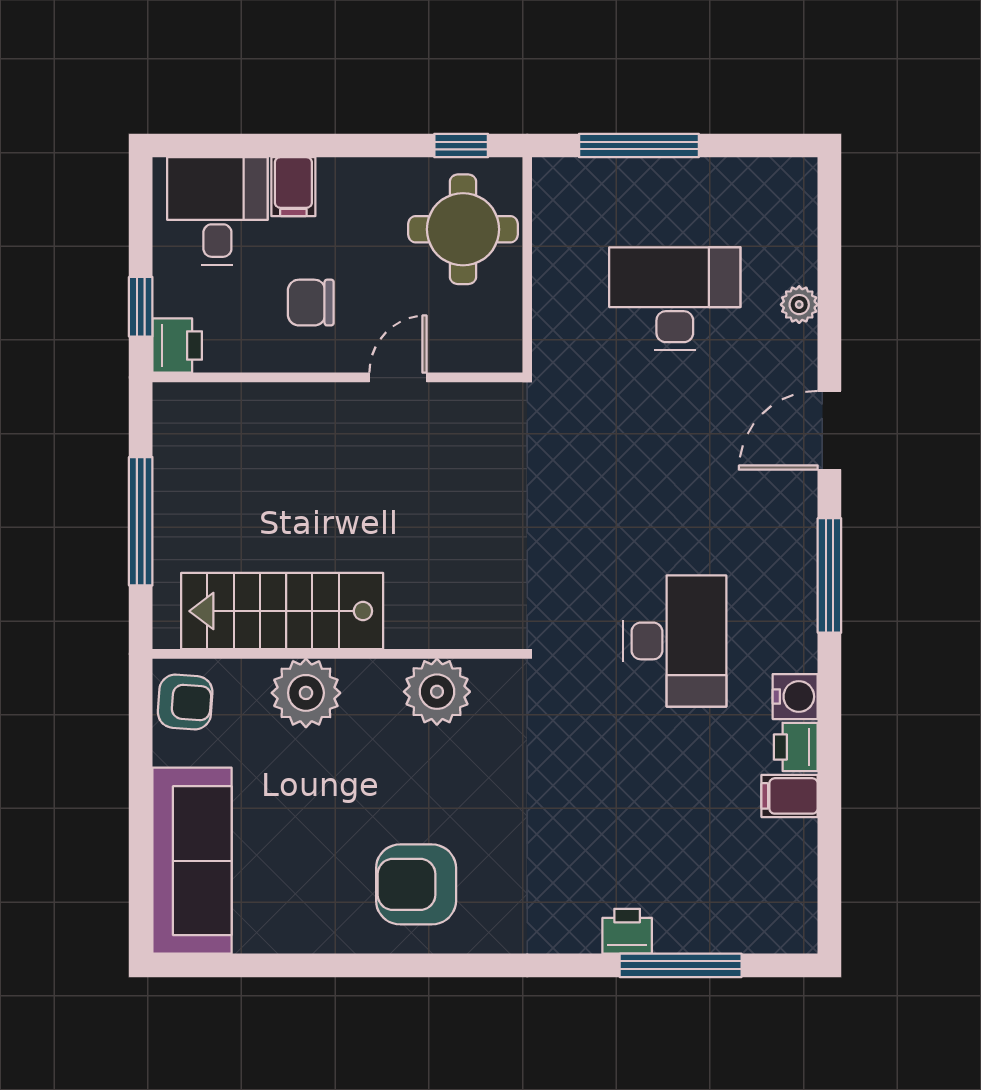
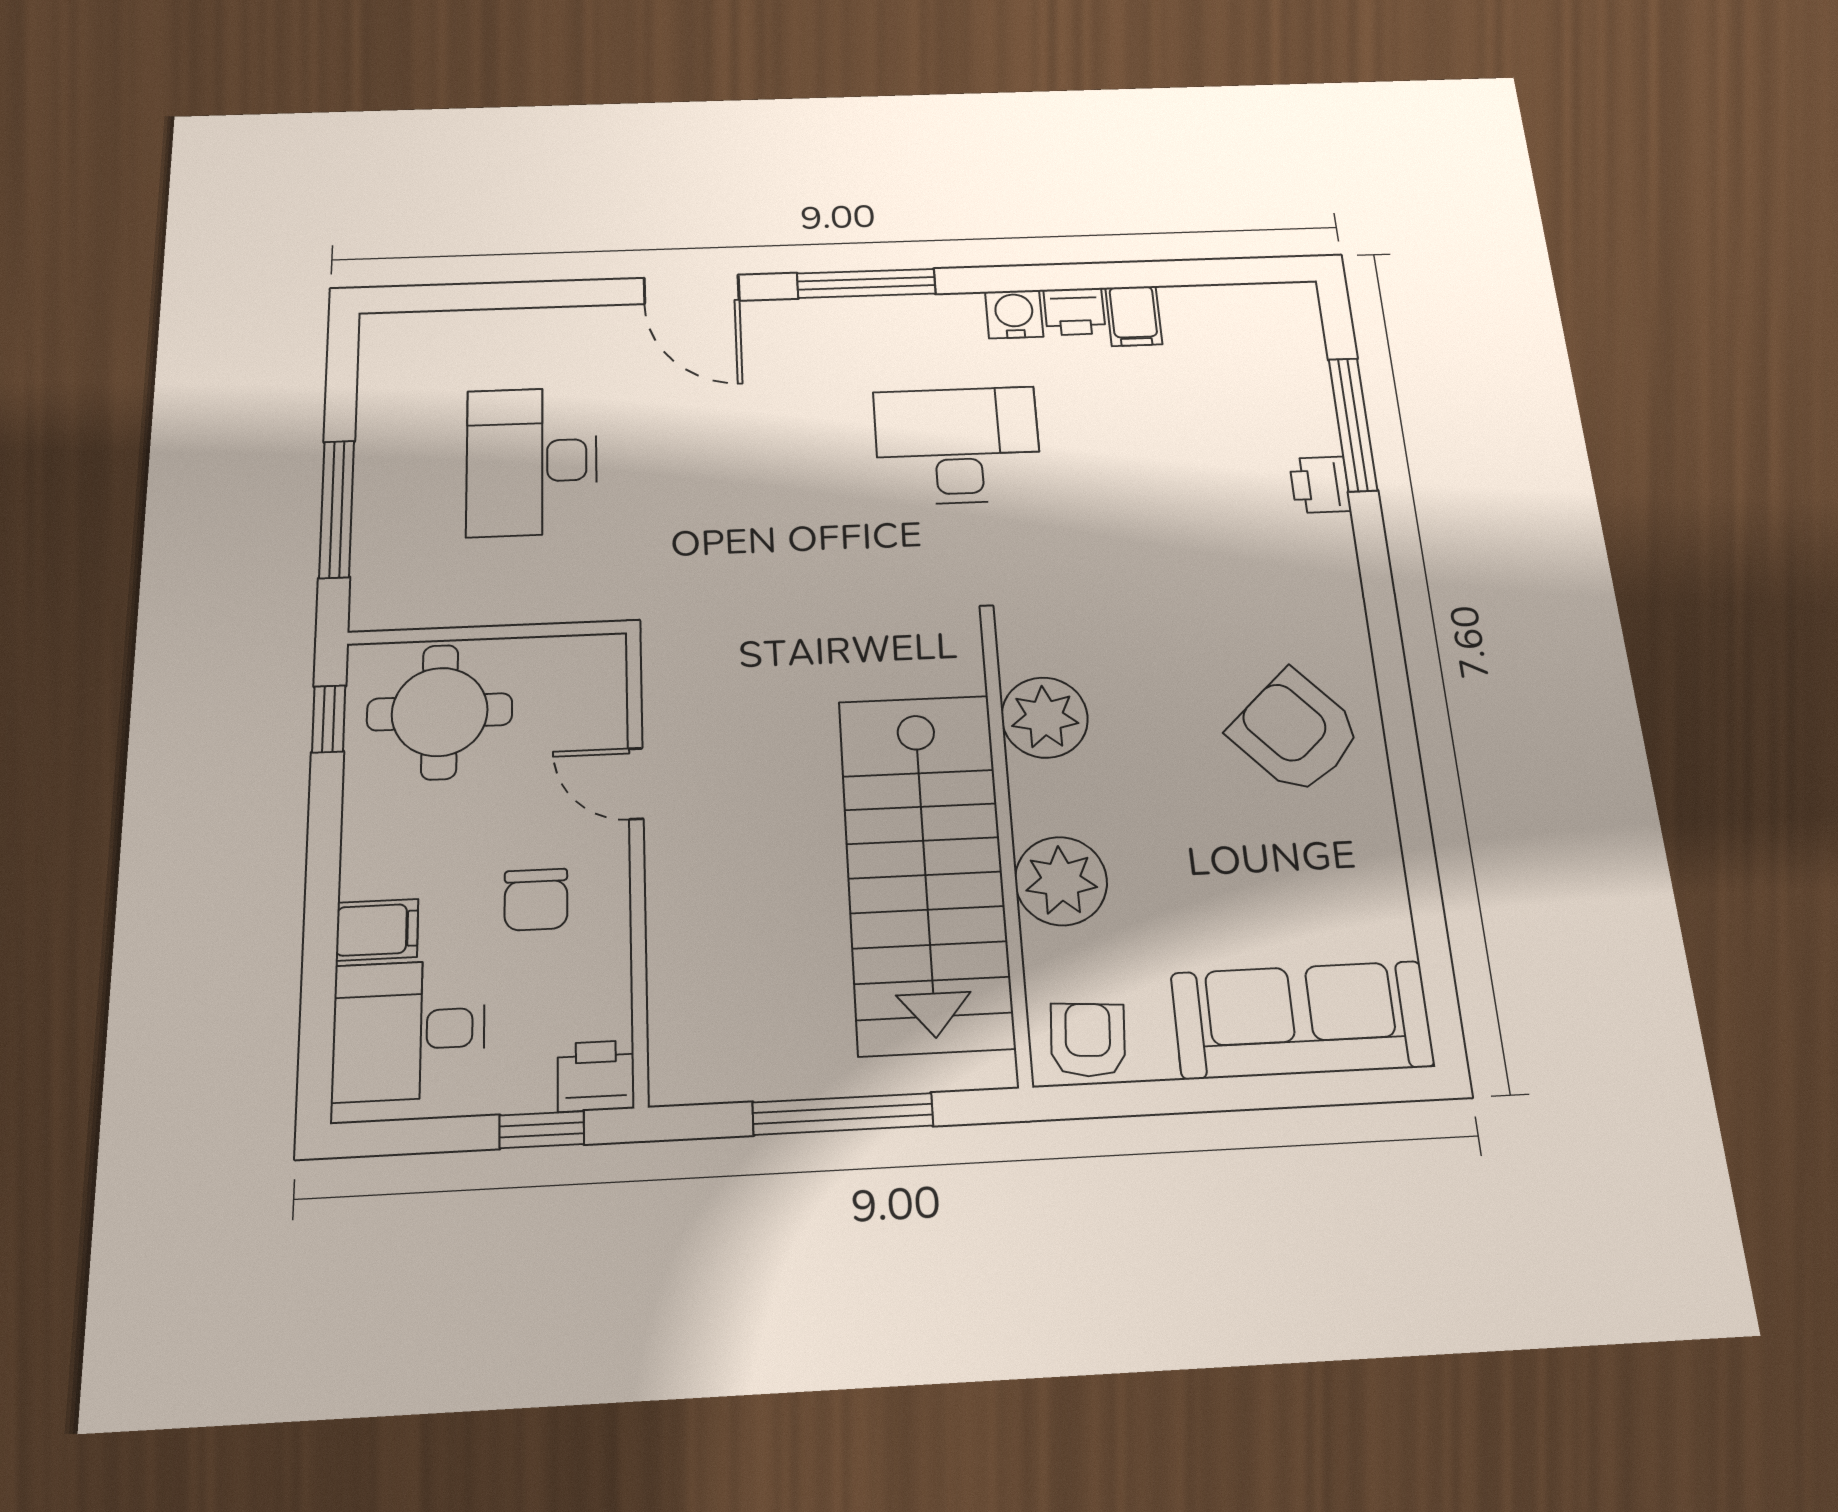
plant: (799, 305) -> (539, 326), removed
stairs: (282, 611) -> (925, 871), width x1.36, depth x1.51
armchair: (416, 884) -> (1296, 732), turned 137

